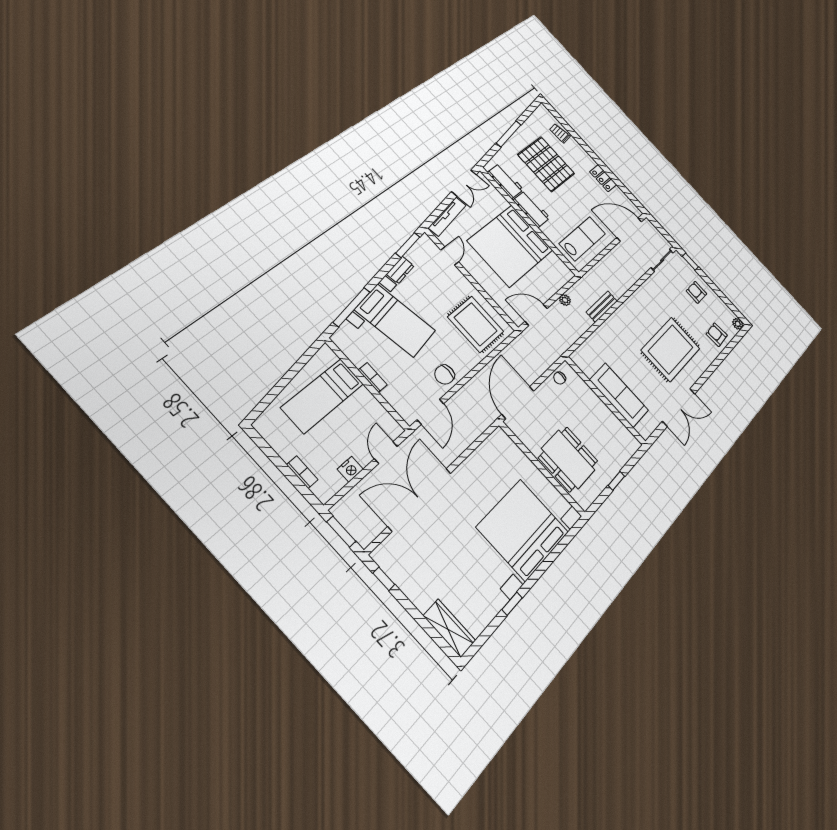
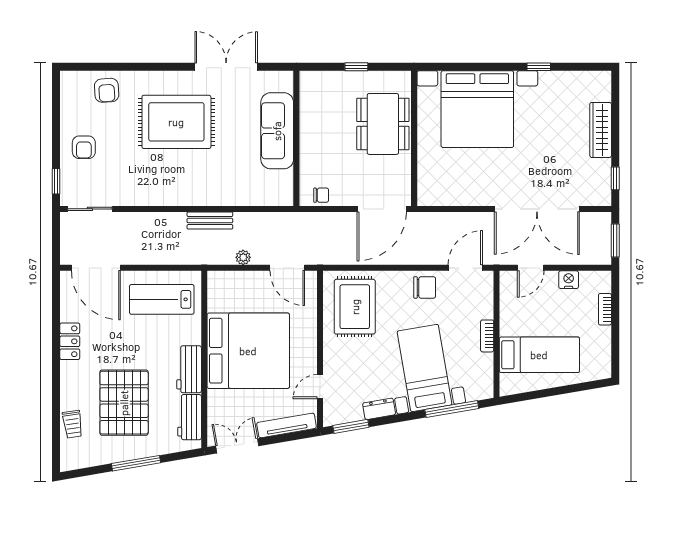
plant: (738, 324) -> (68, 79), removed
wardrobe: (449, 628) -> (601, 130), moved

